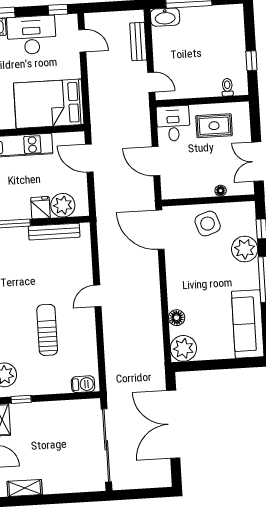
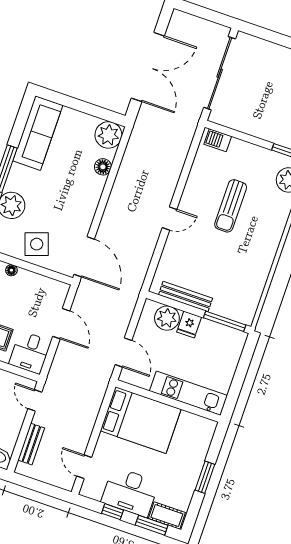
window: (58, 10) -> (112, 512), moved

